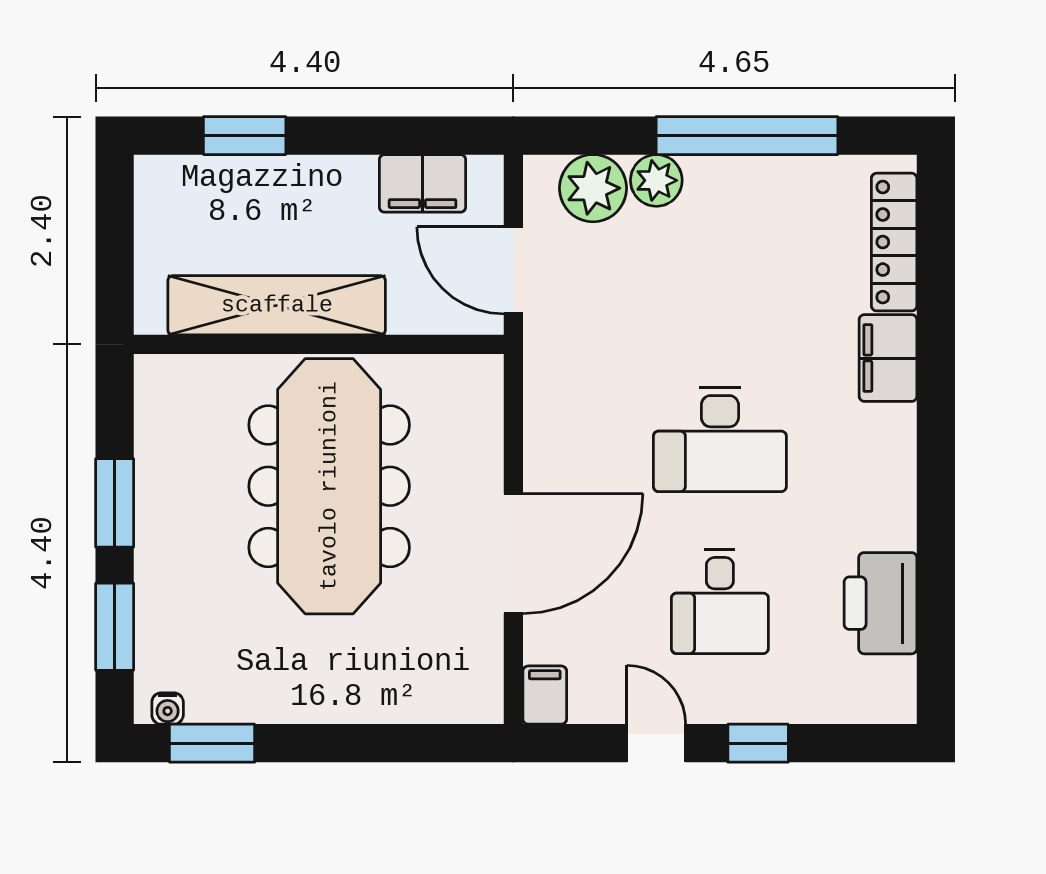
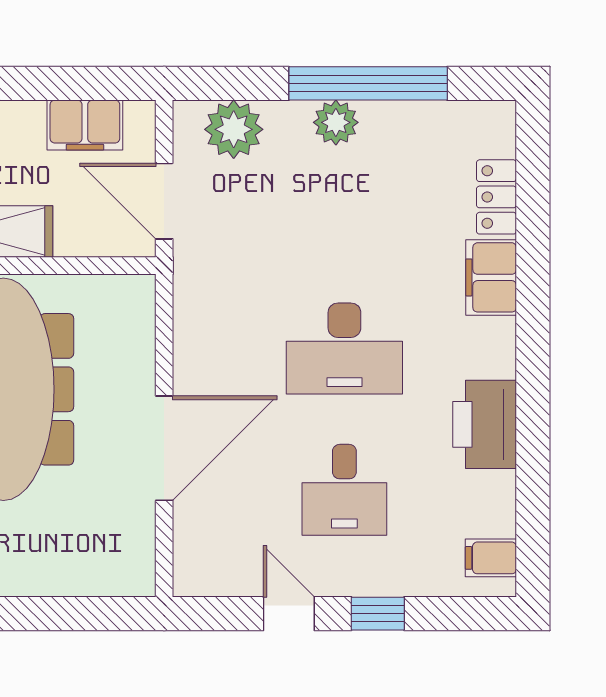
plant: (656, 180) -> (336, 122), moved
locker: (894, 242) -> (496, 197), width x0.66
printer: (881, 603) -> (485, 424), moved
filing cabinet: (545, 695) -> (491, 558), moved, turned -90

